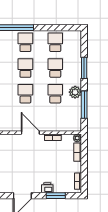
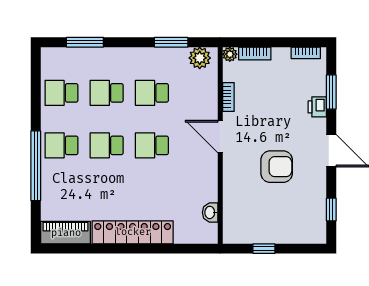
window: (84, 68) -> (85, 42), moved
plant: (75, 92) -> (200, 58), moved
window: (84, 105) -> (171, 42), width x0.69
door: (30, 133) -> (220, 137), hinge flipped
armchair: (13, 165) -> (277, 167), added

